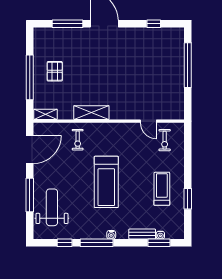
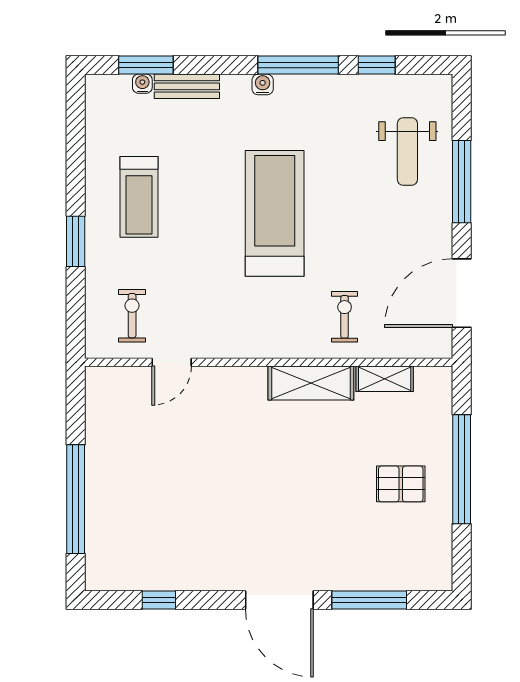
pallet: (55, 71) -> (401, 484), turned 90
shelving: (46, 114) -> (385, 379), moved
door: (148, 121) -> (172, 362), swing flipped
window: (188, 199) -> (76, 241), moved
weight bench: (52, 207) -> (407, 152), width x0.73, depth x0.75

